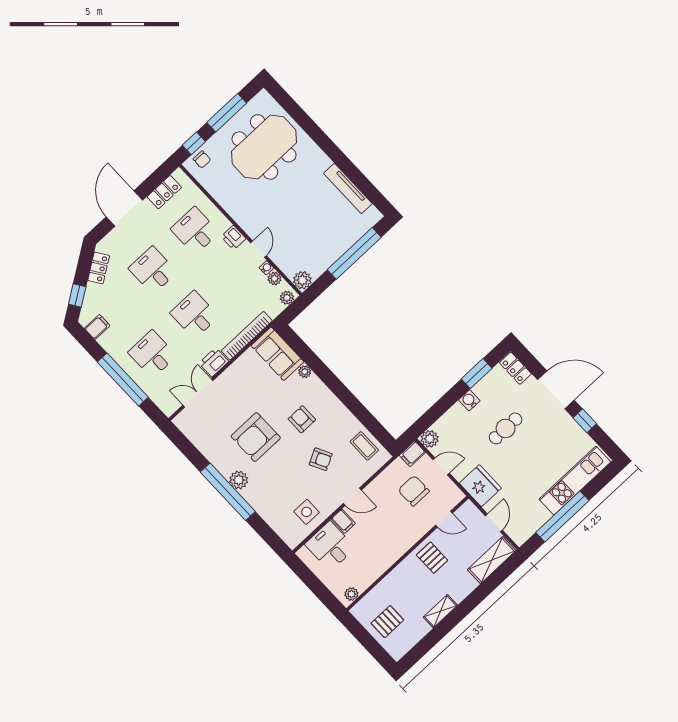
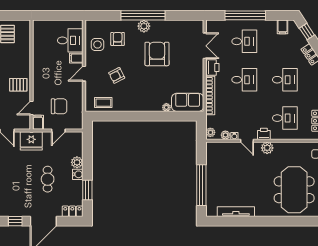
plant: (302, 280) -> (267, 148), moved
armchair: (302, 419) -> (118, 39), moved, turned -90
plant: (430, 439) -> (77, 162), moved
filing cabinet: (412, 454) -> (38, 122), moved
plant: (351, 594) -> (37, 29), removed

